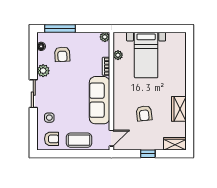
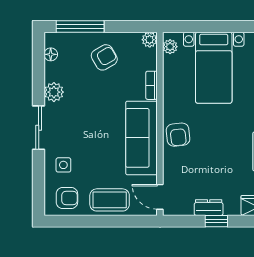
armchair: (62, 54) -> (104, 57), moved, turned -117
plant: (118, 55) -> (170, 47), moved
armchair: (144, 113) -> (178, 135), moved
door: (111, 138) -> (160, 197), swing flipped
dresser: (143, 145) -> (209, 208), added

